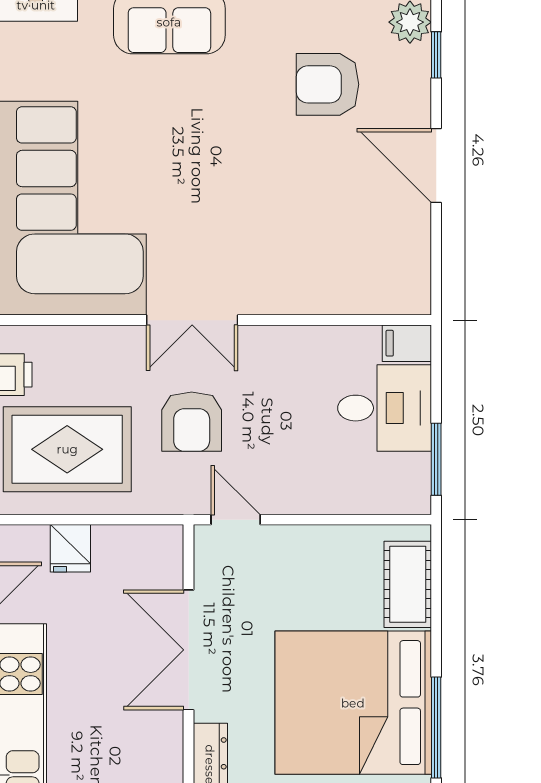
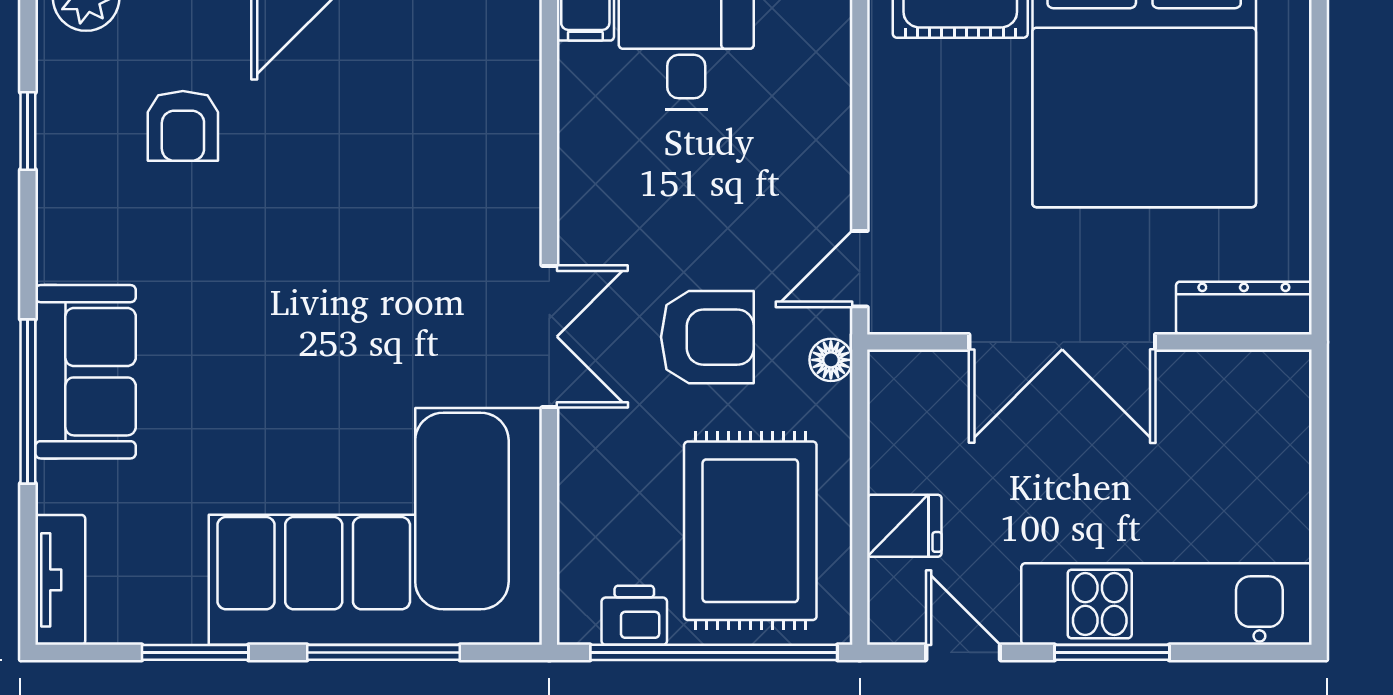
armchair: (328, 84) -> (183, 126), width x0.72, depth x0.72
floor lamp: (177, 501) -> (831, 360), added

